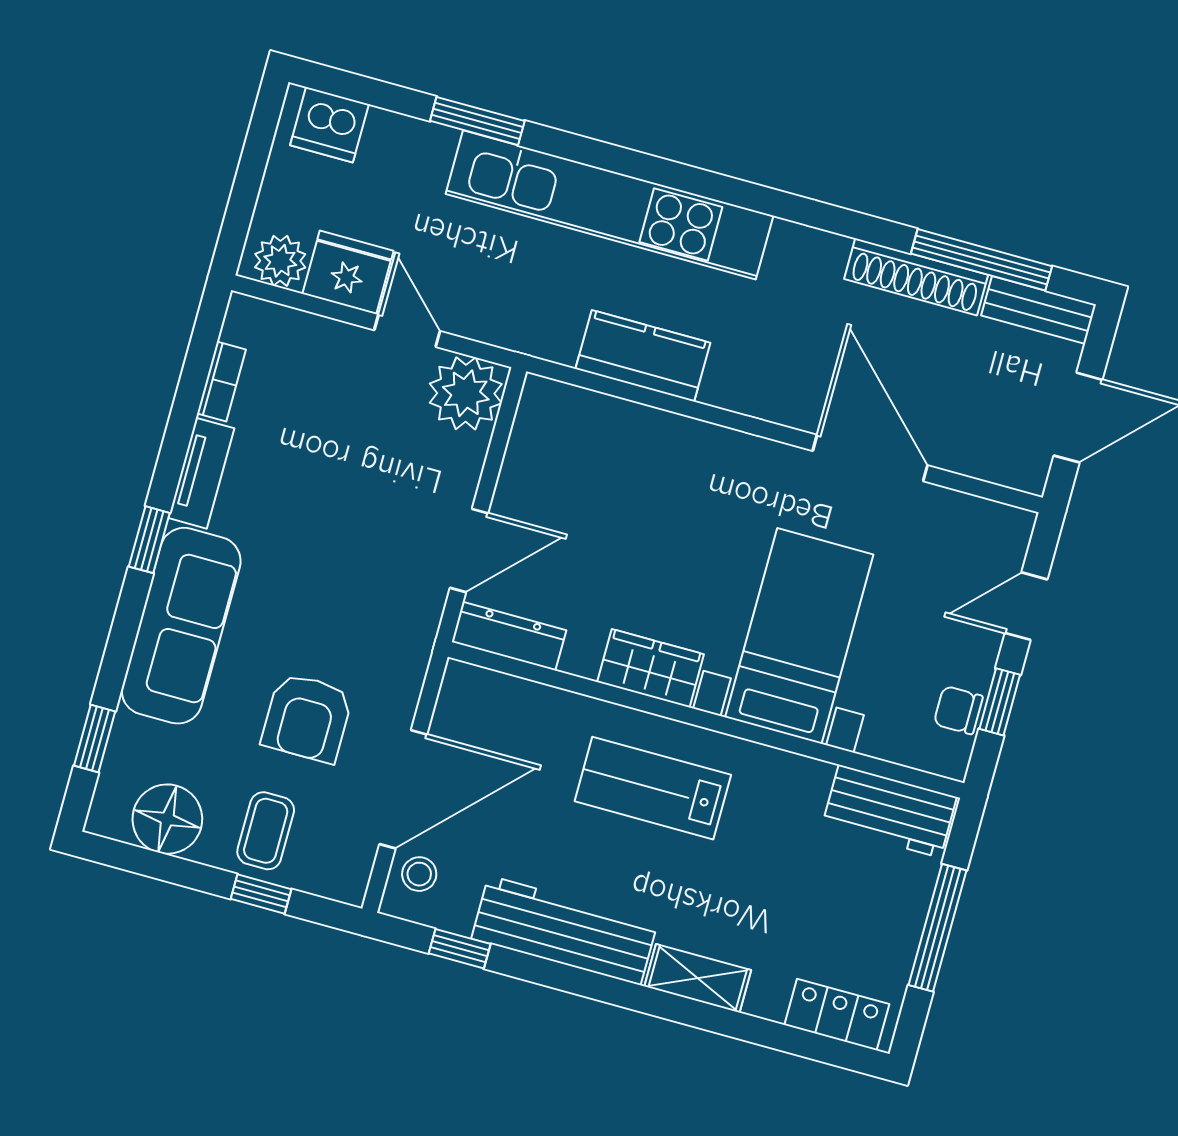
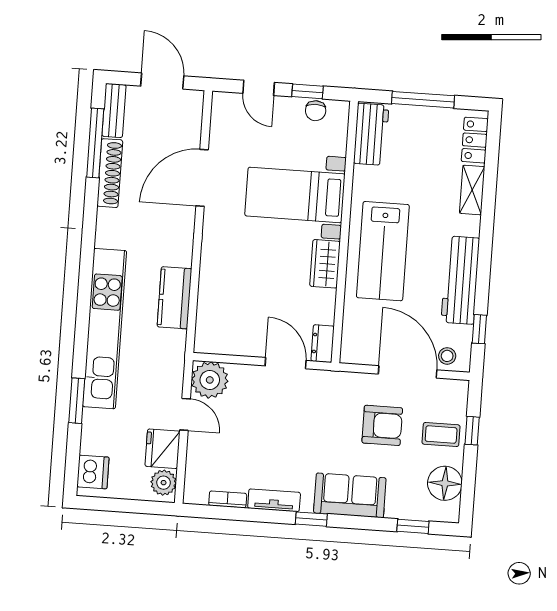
door: (407, 331) -> (185, 414), swing flipped
sofa: (181, 626) -> (350, 495), width x0.73
dresser: (509, 636) -> (323, 344), width x0.70
lab bench: (653, 788) -> (383, 251), width x1.36, depth x1.39
shelving: (698, 978) -> (472, 190), moved

